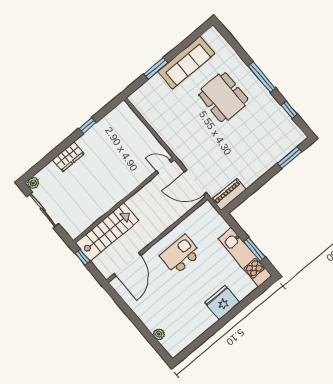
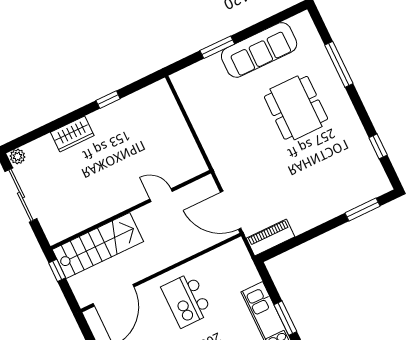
window: (262, 77) -> (339, 64), moved
door: (164, 167) -> (161, 195), moved
kitchen island: (180, 255) -> (187, 300), turned -90

